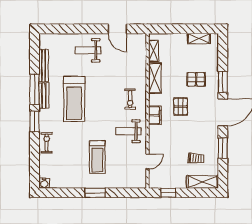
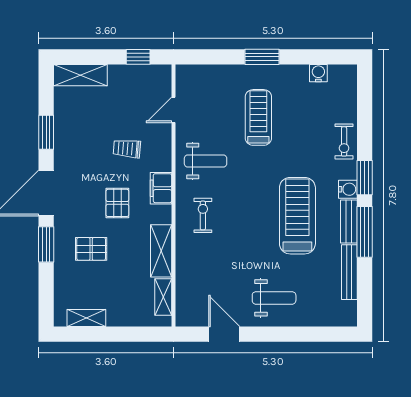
water cooler: (44, 115) -> (348, 189), added
trolley: (196, 158) -> (127, 149), moved
water cooler: (44, 183) -> (318, 73), moved

